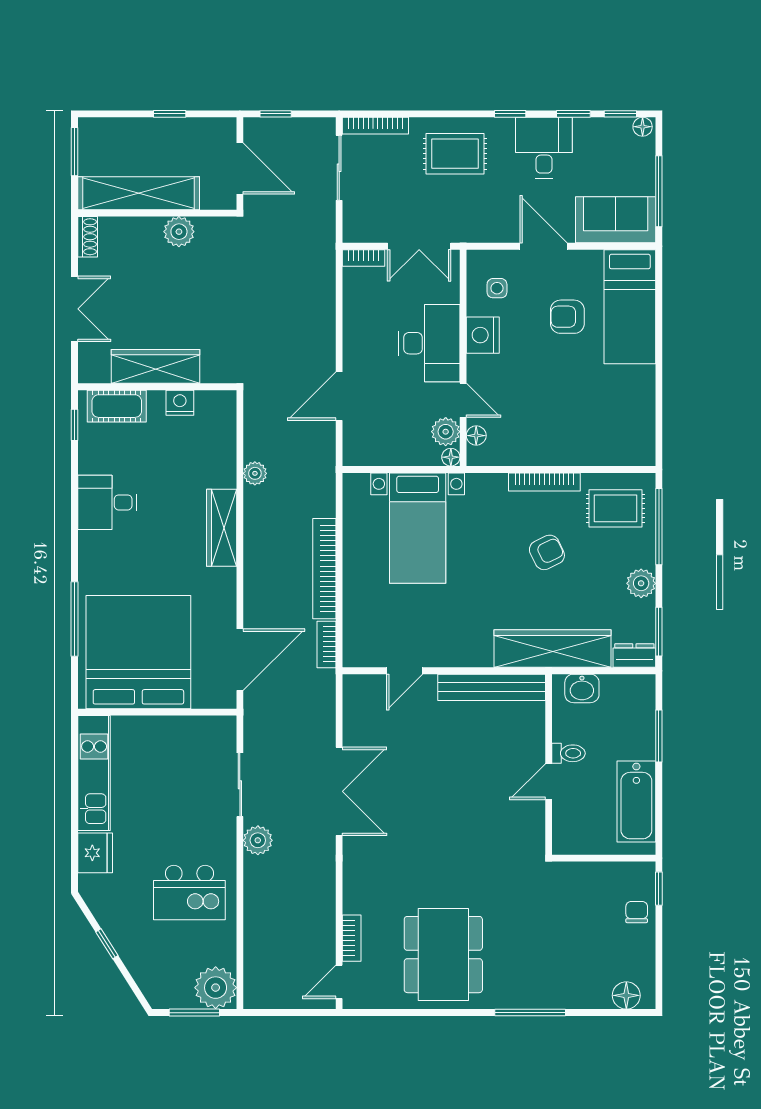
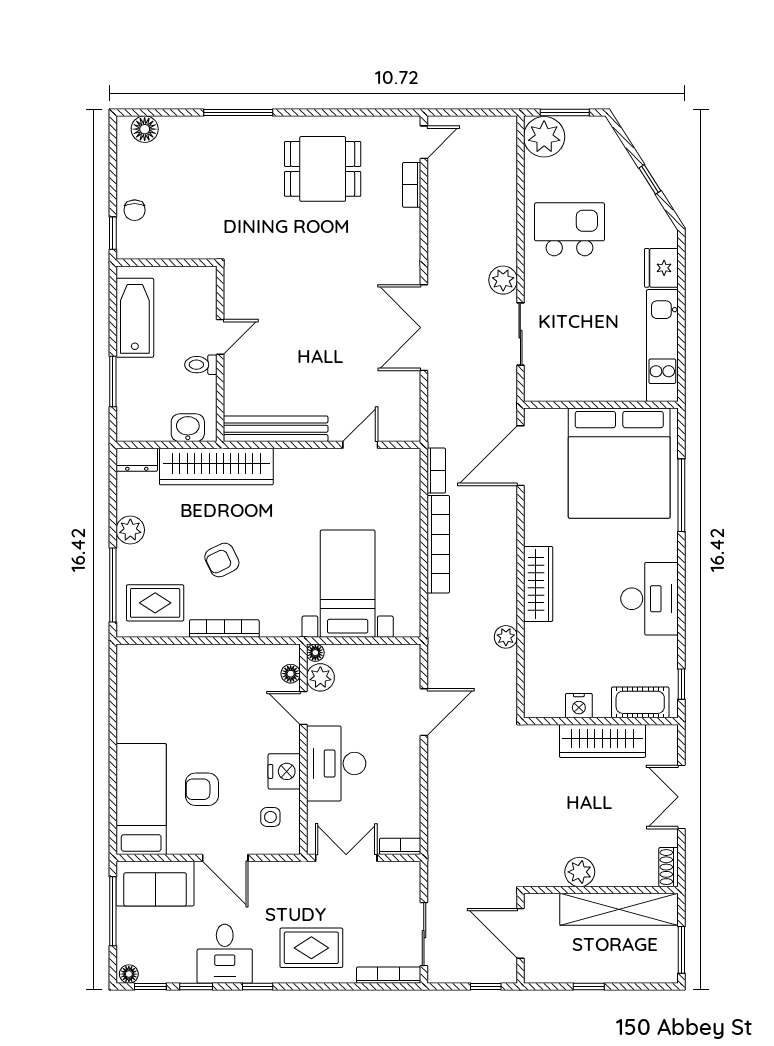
armchair: (567, 317) -> (202, 789), turned 180
desk: (107, 502) -> (649, 599), width x1.37
window: (659, 632) -> (113, 483), removed
dining table: (443, 955) -> (323, 169), width x0.73

